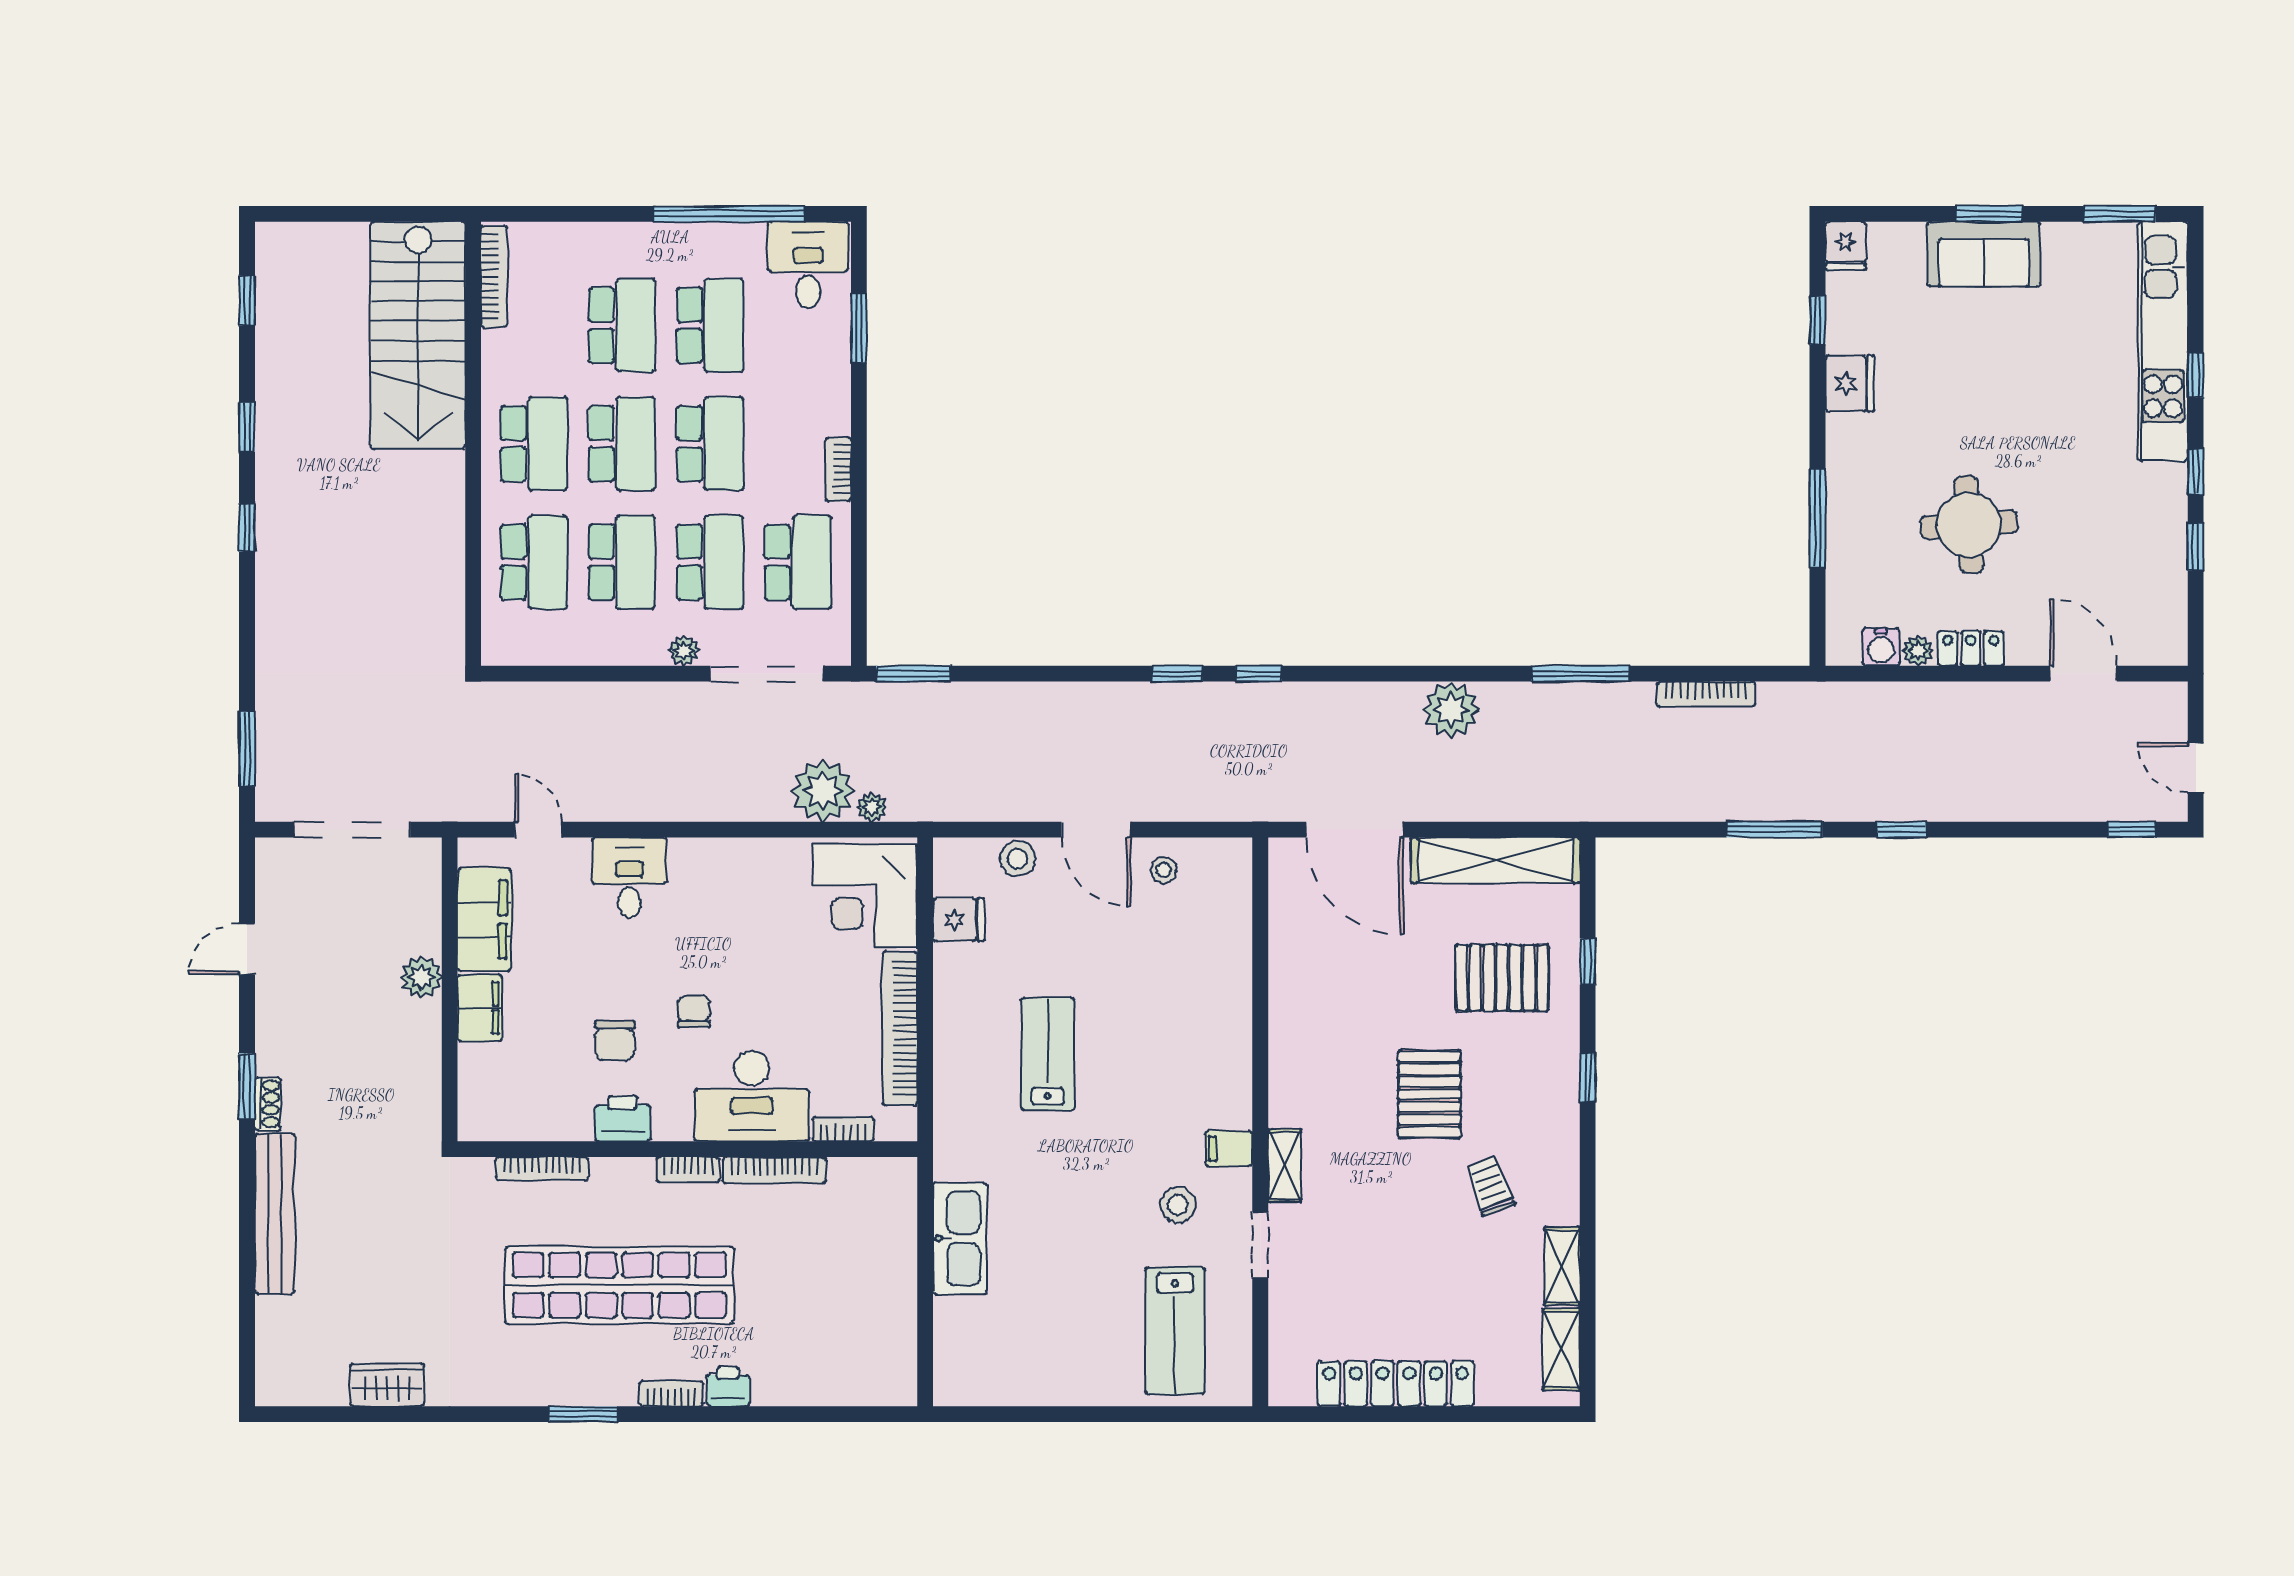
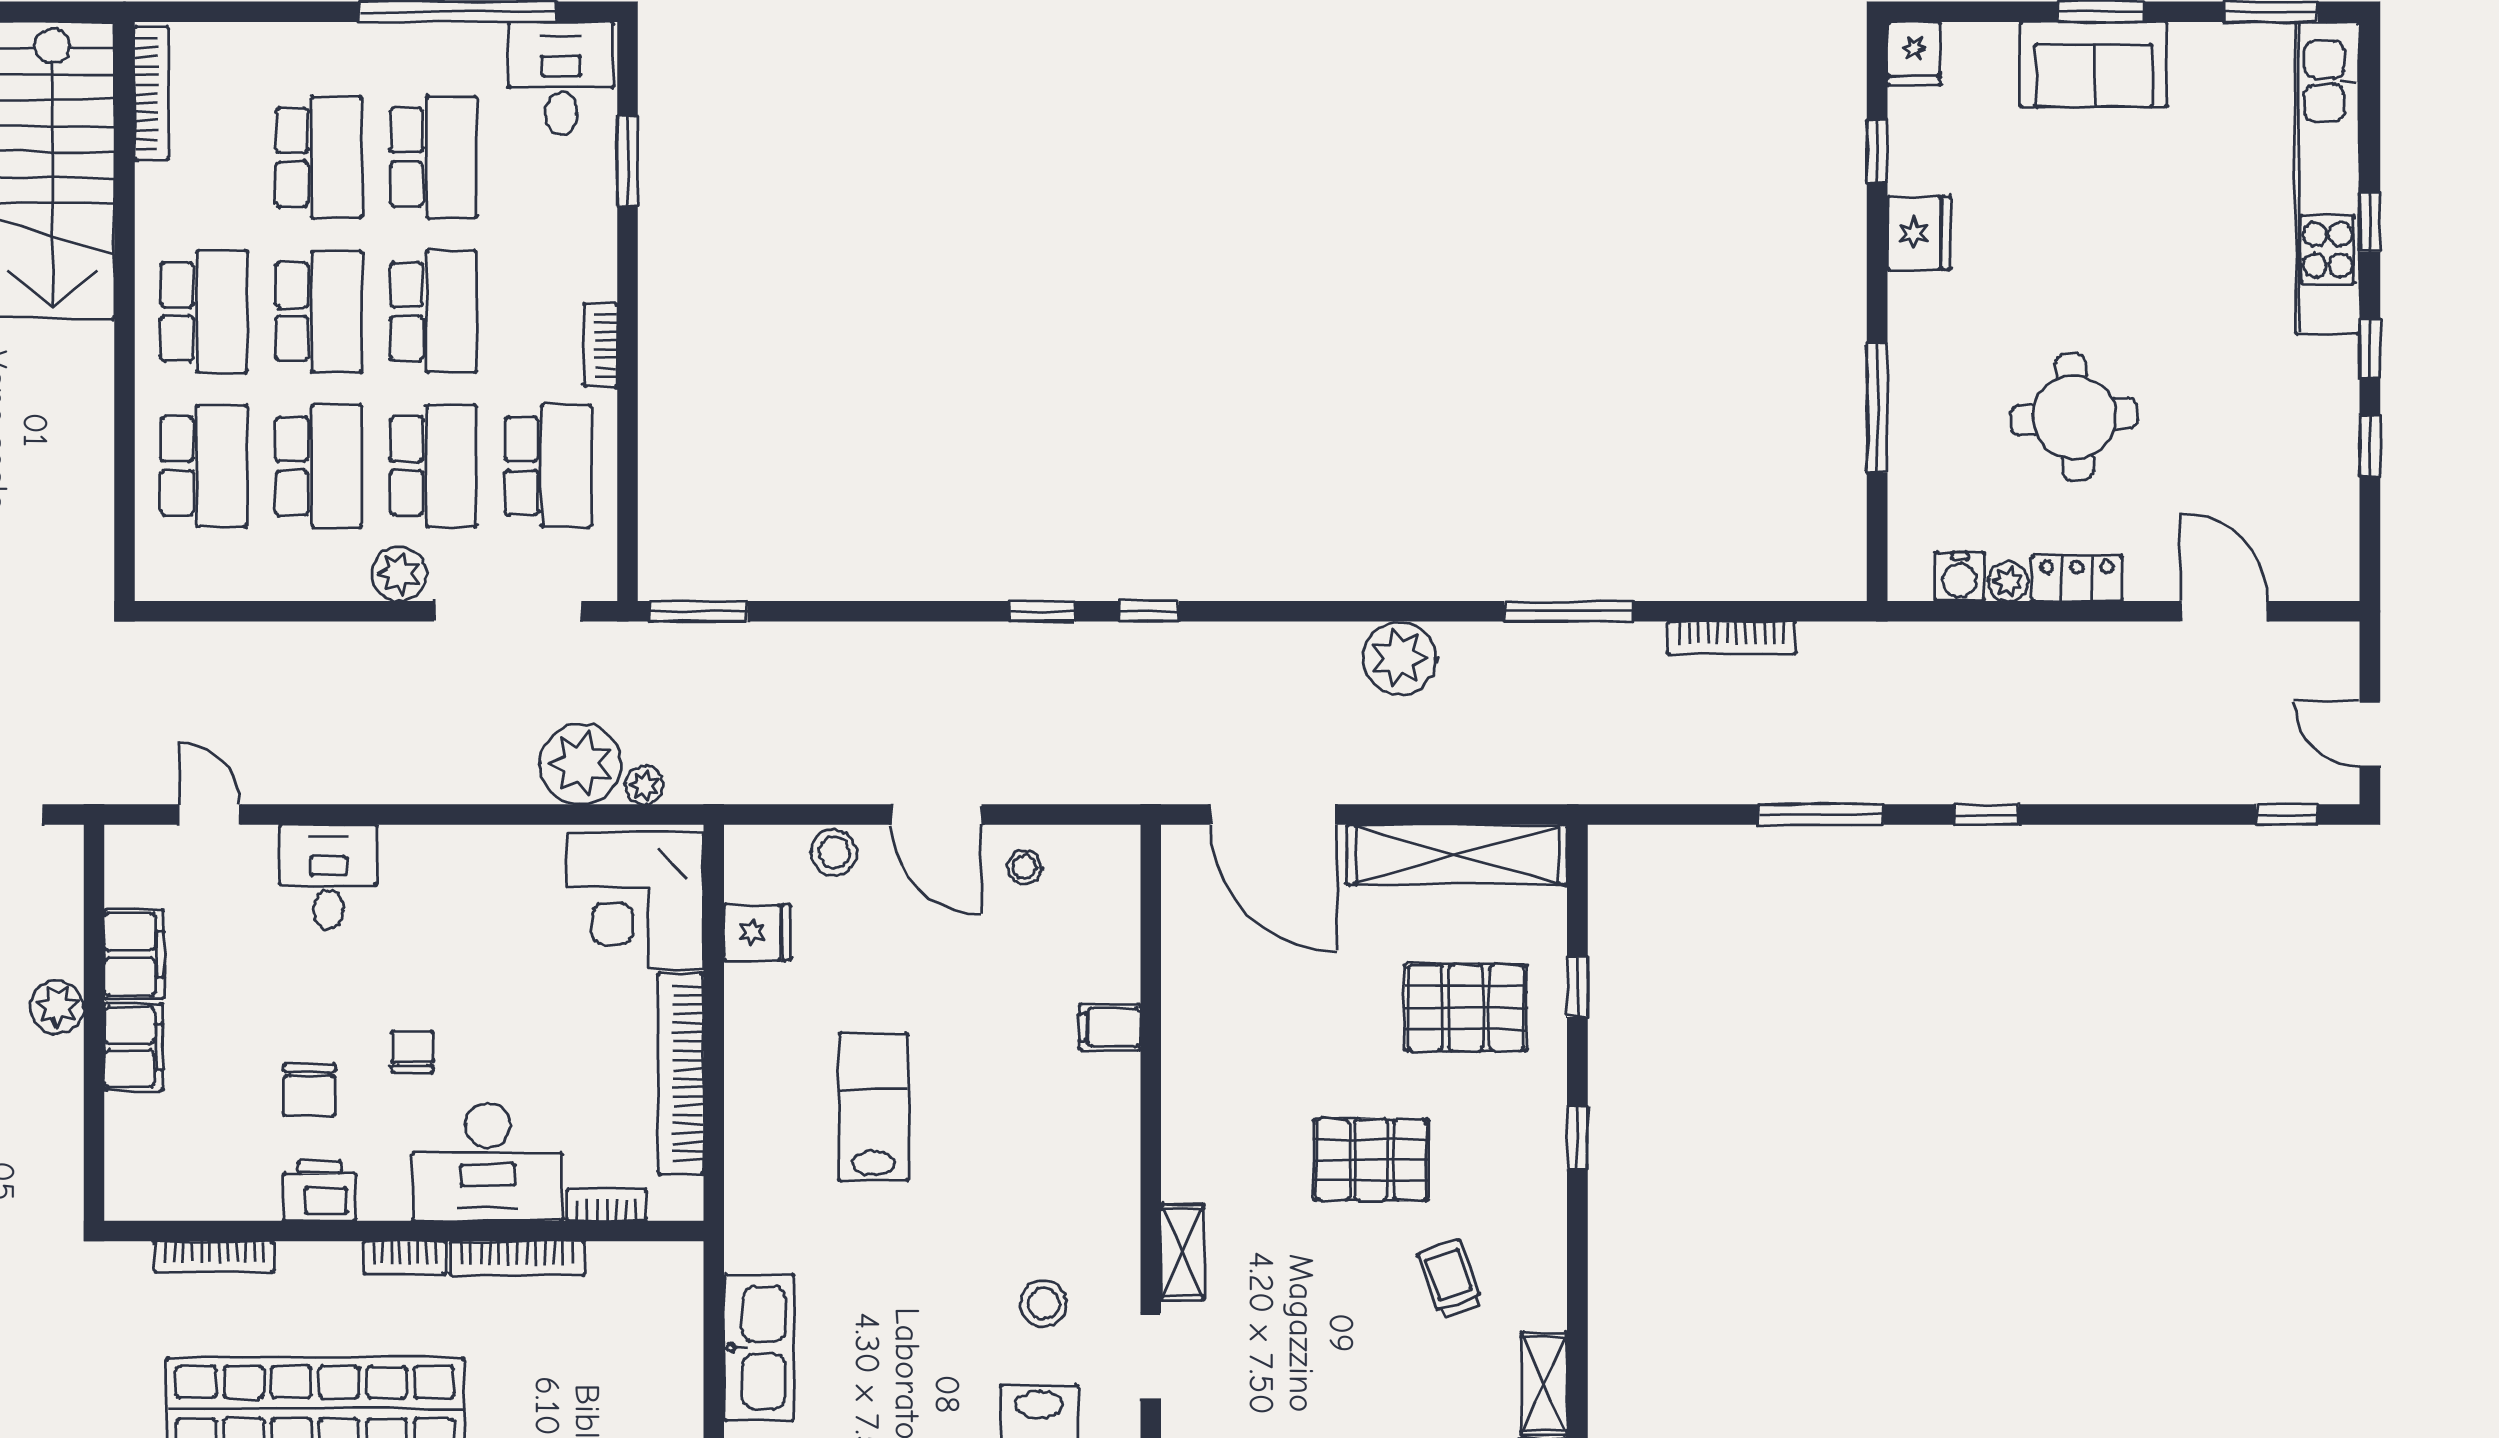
plant: (684, 651) -> (399, 574), width x1.38, depth x1.38
filing cabinet: (484, 920) -> (134, 954), width x0.67, depth x0.86
pallet: (1429, 1094) -> (1371, 1160), turned 90
filing cabinet: (1229, 1148) -> (1110, 1027), moved

